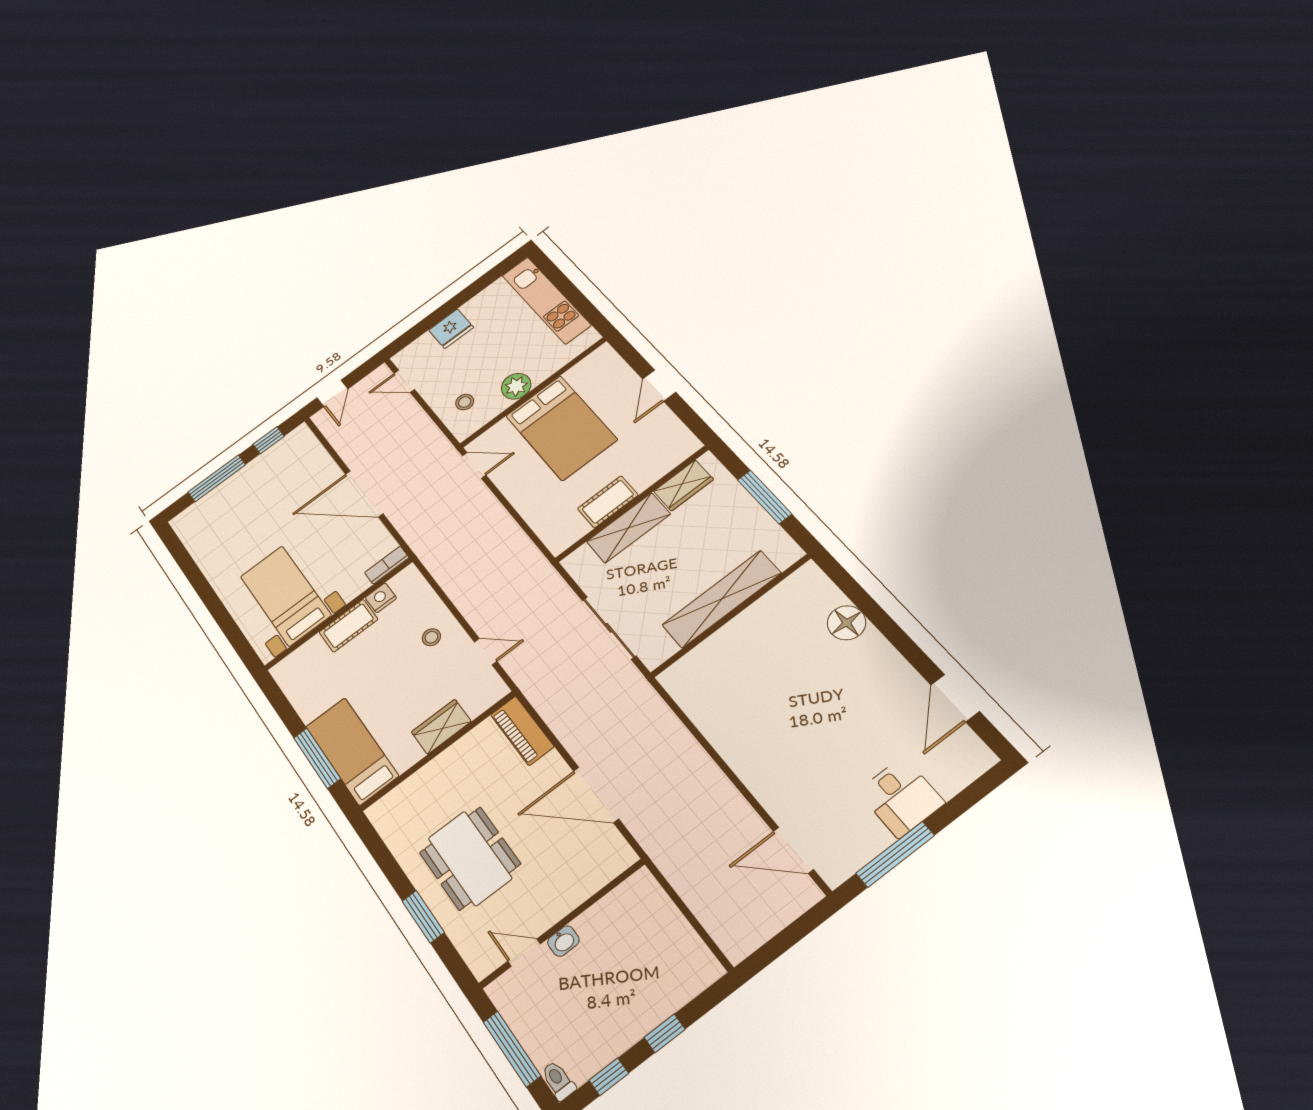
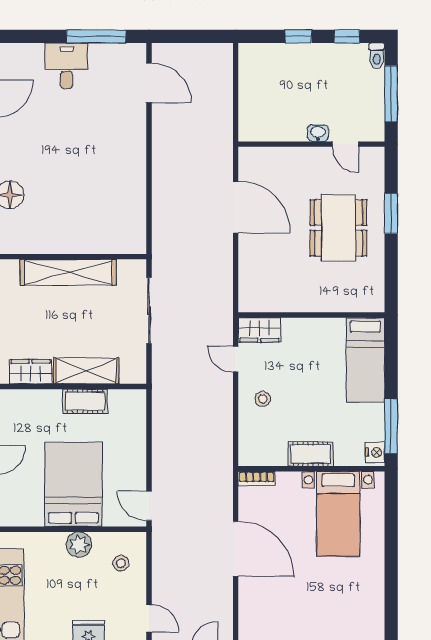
nightstand: (381, 598) -> (375, 452), moved, turned -90
wardrobe: (441, 727) -> (259, 330), moved
piano: (522, 731) -> (250, 285), removed
window: (317, 758) -> (391, 426), moved

